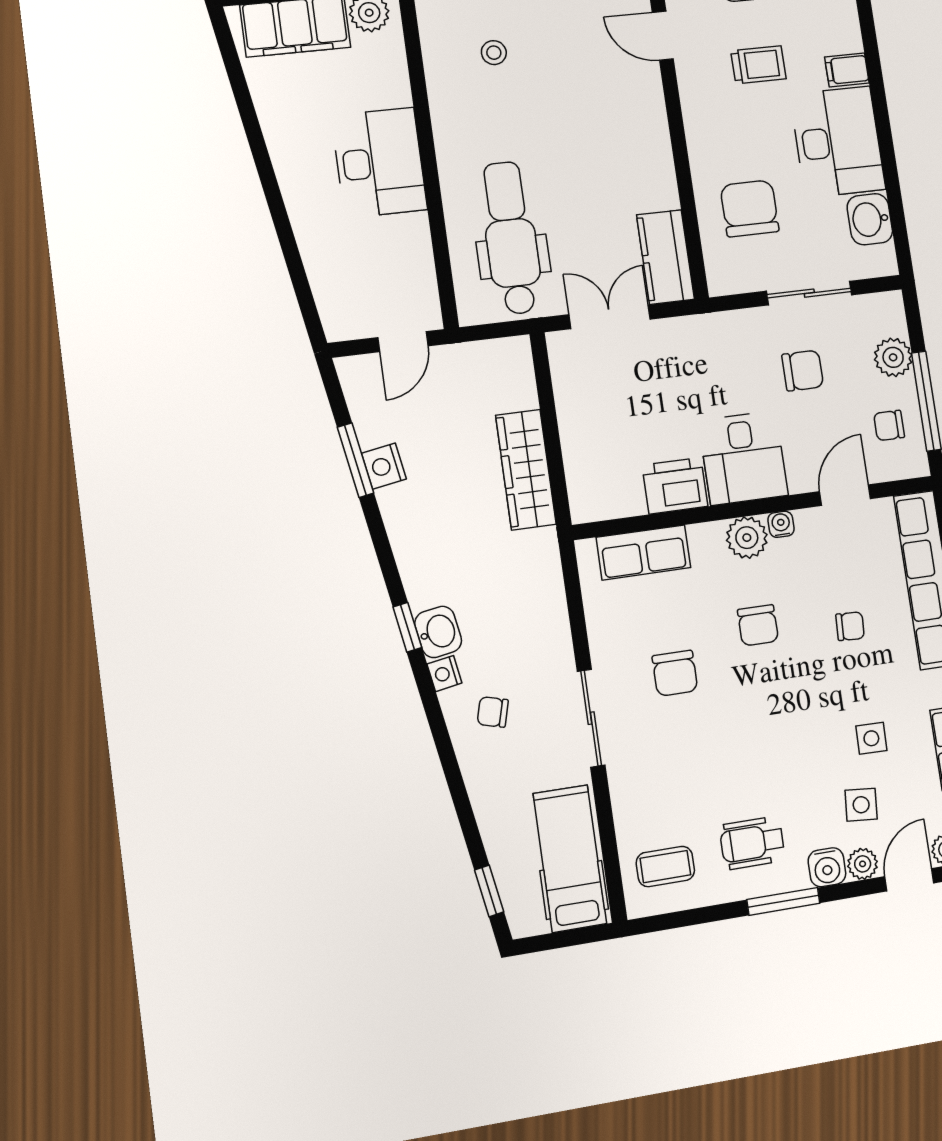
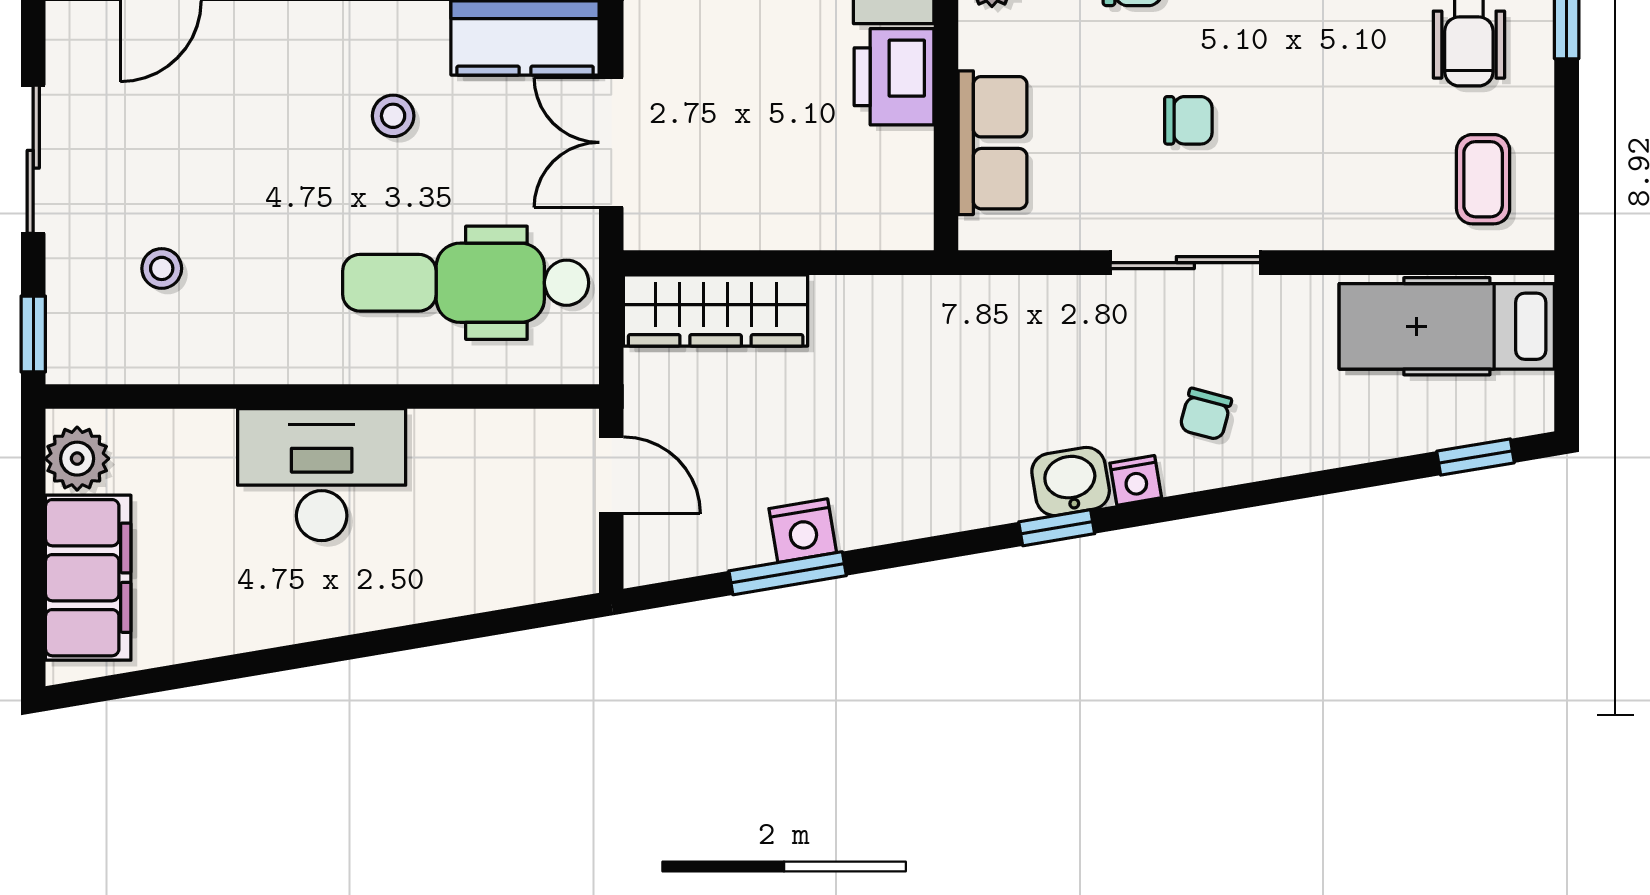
stool: (607, 182) -> (393, 116), added
wardrobe: (526, 470) -> (716, 310), moved
chair: (675, 673) -> (1188, 120), width x0.73, depth x0.73
sliding door: (591, 718) -> (1185, 263), moved

